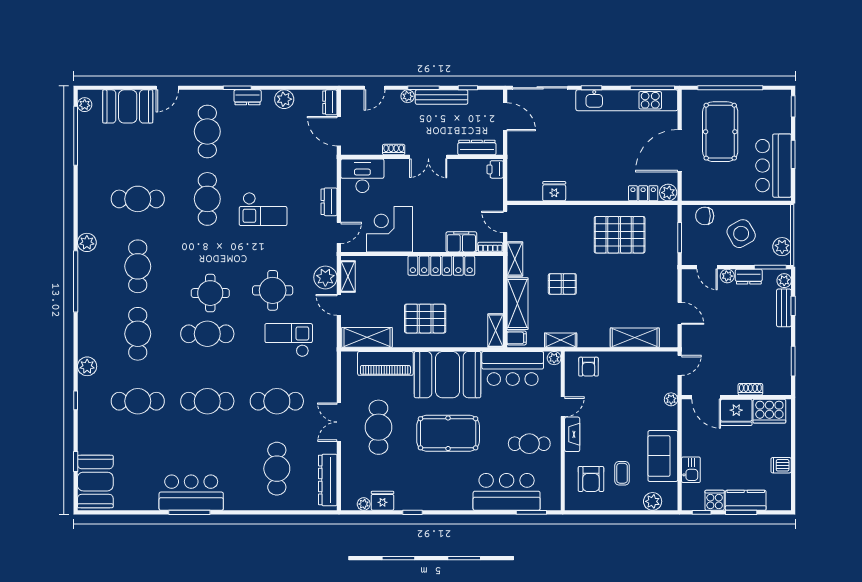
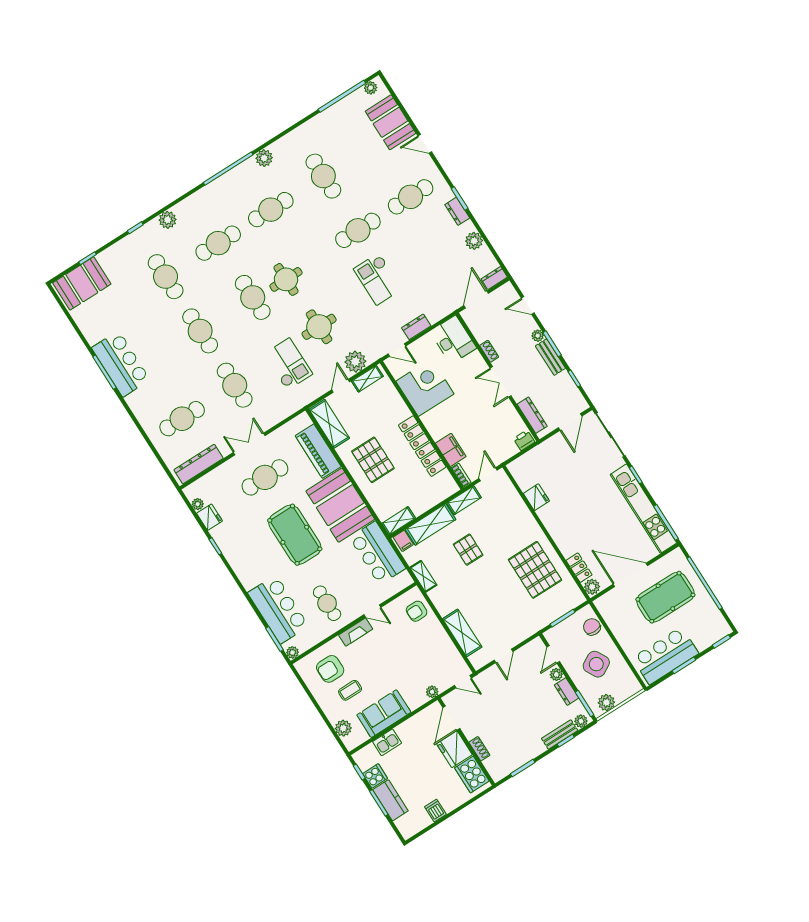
bench: (442, 97) -> (550, 357), width x0.73
plant: (554, 358) -> (293, 652), moved

